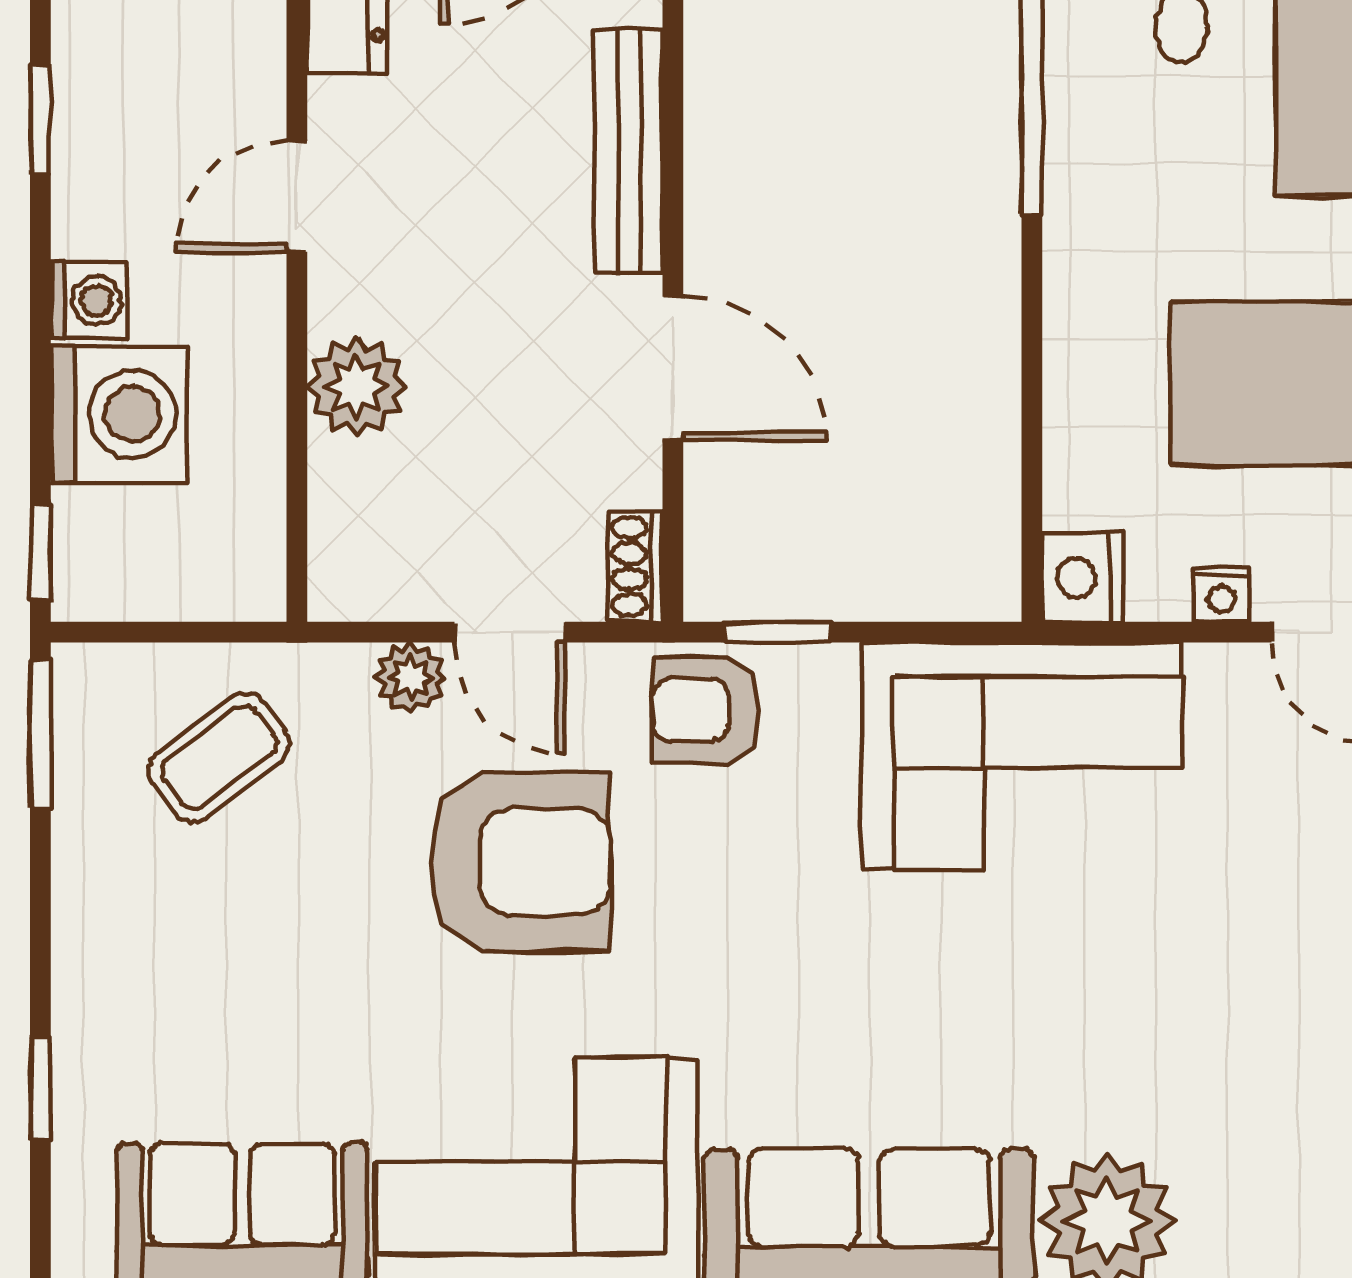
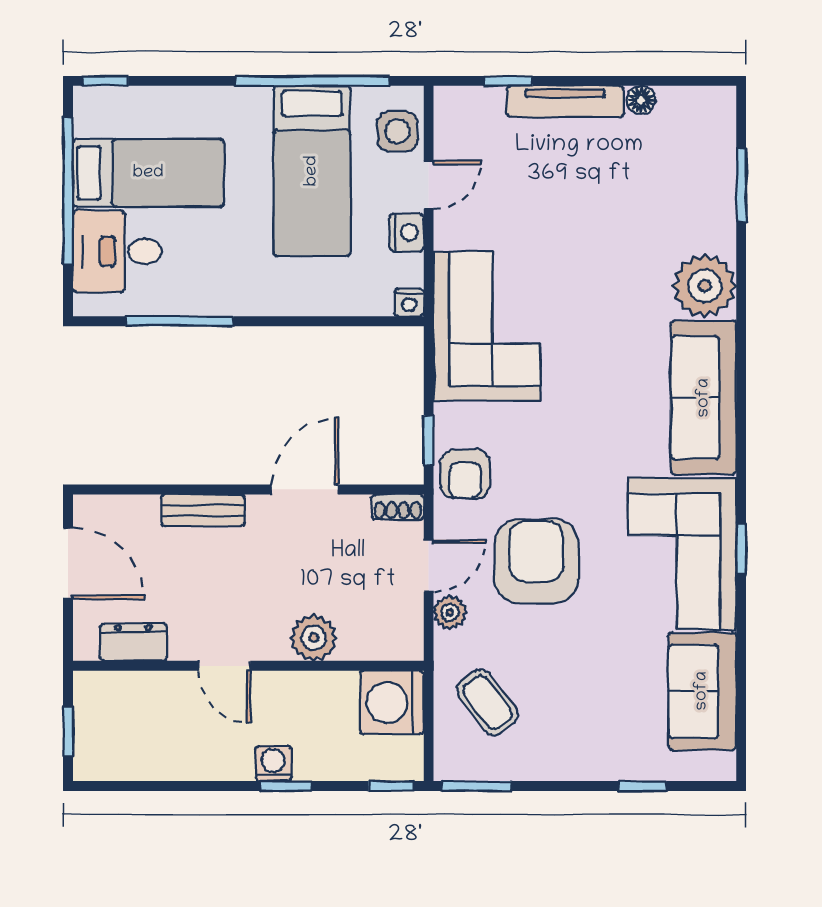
window: (40, 119) -> (286, 786), moved
bench: (629, 151) -> (203, 510), width x0.73
washing machine: (119, 414) -> (392, 703), moved, turned -90
nightstand: (1083, 578) -> (409, 302), width x0.72, depth x0.74
nightstand: (1221, 595) -> (407, 232), width x1.39, depth x1.35

